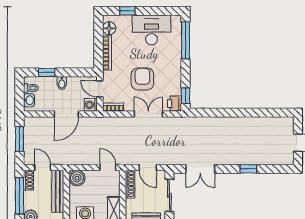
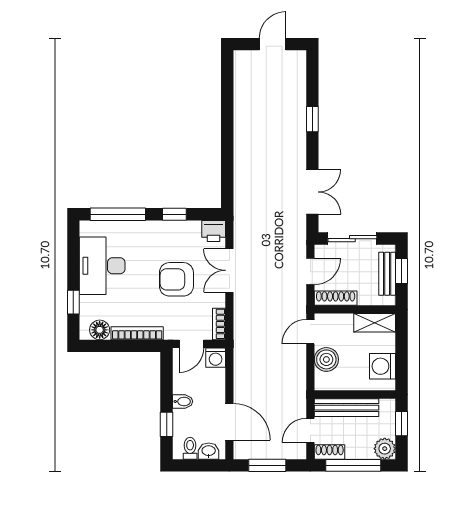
window: (186, 96) -> (174, 214), moved
door: (66, 114) -> (229, 422), moved
boiler: (77, 178) -> (326, 359), moved

